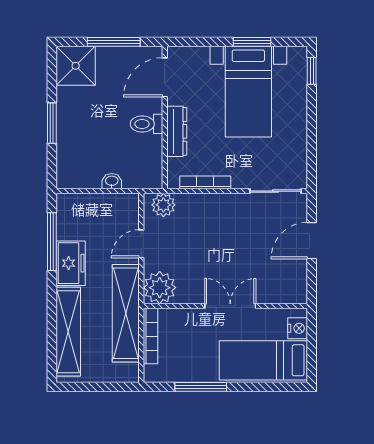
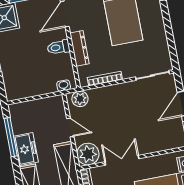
washbasin: (112, 181) -> (64, 86), moved
door: (141, 244) -> (70, 127), swing flipped
double door: (230, 306) -> (122, 160), moved

